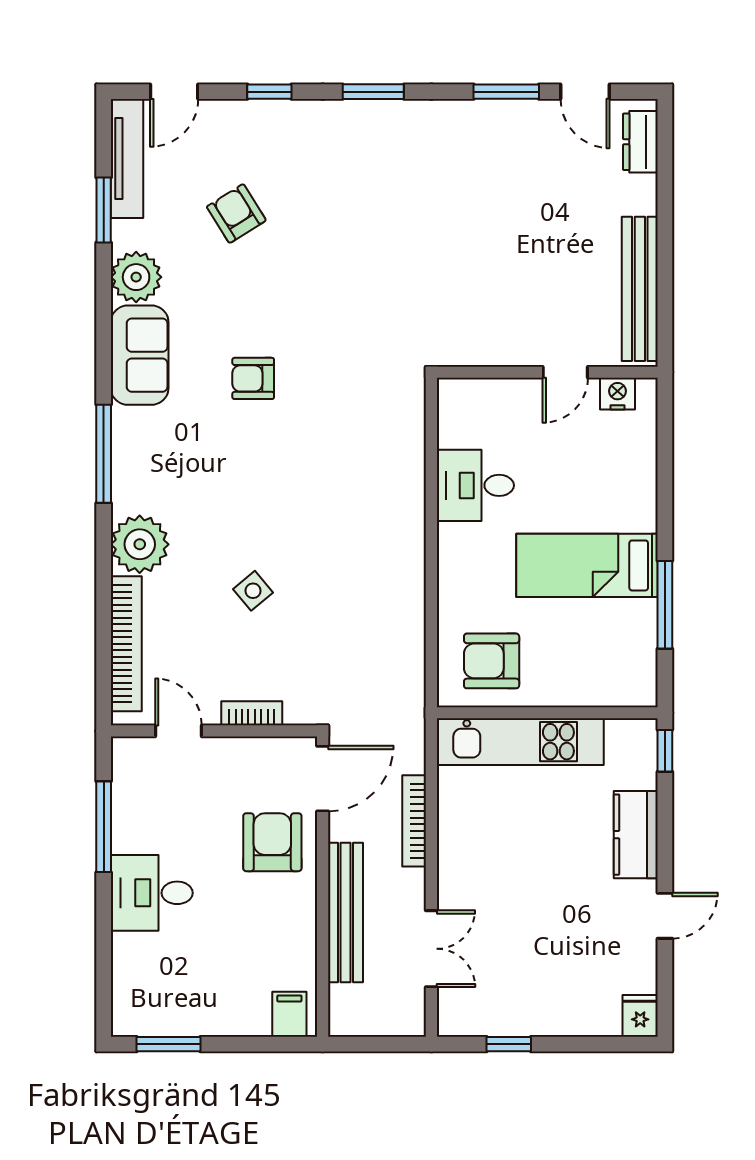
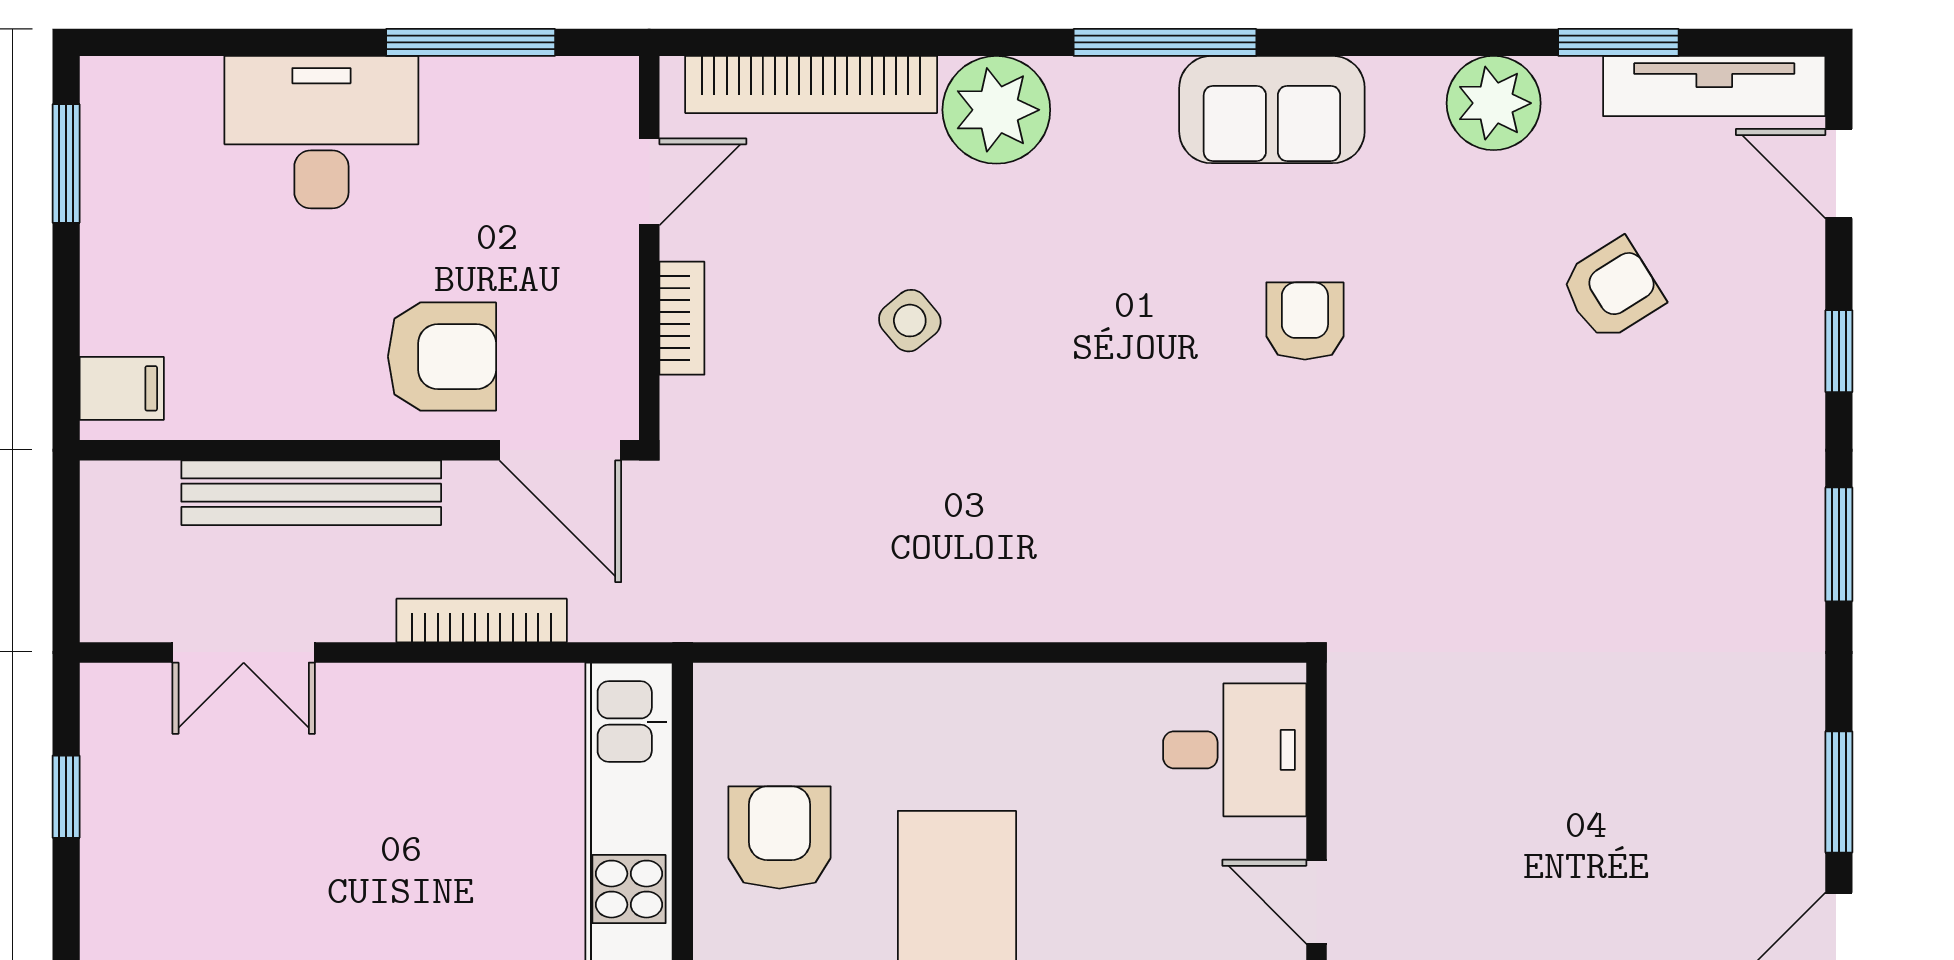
sofa: (140, 355) -> (1272, 110), moved
desk: (475, 485) -> (1235, 750), moved, turned 90
armchair: (492, 661) -> (779, 838), moved
desk: (152, 893) -> (321, 132), width x1.37

